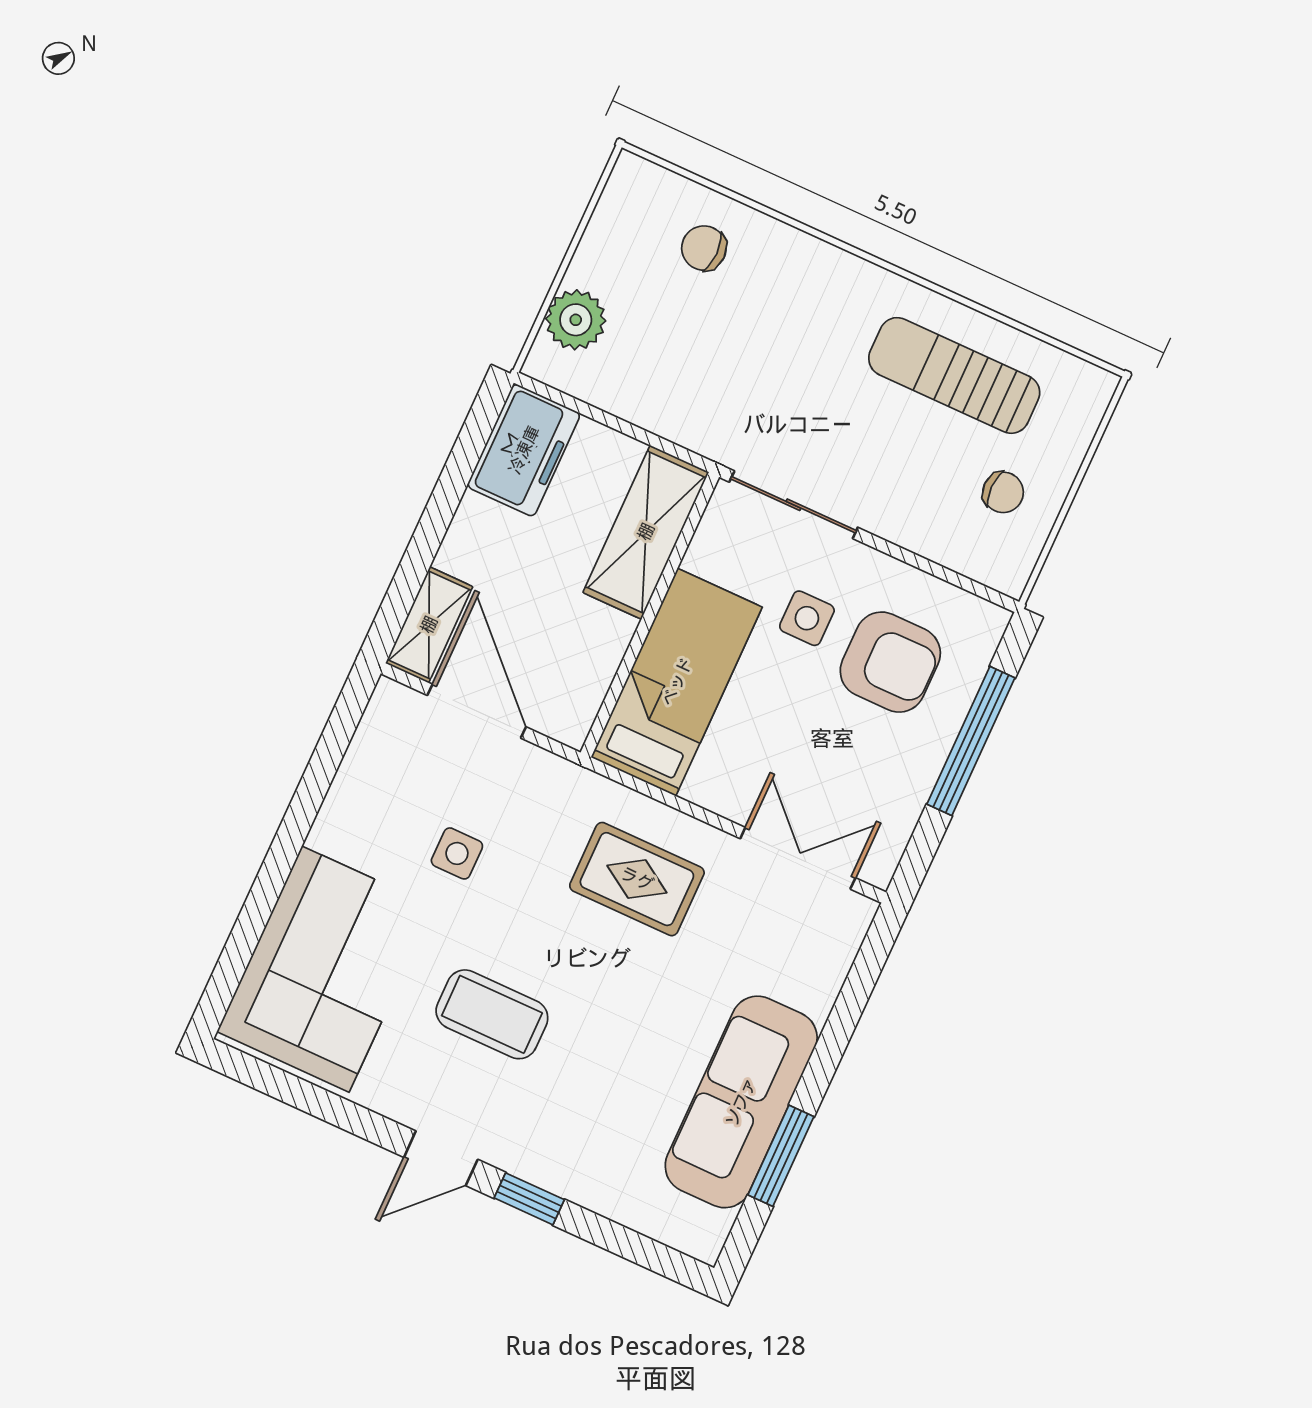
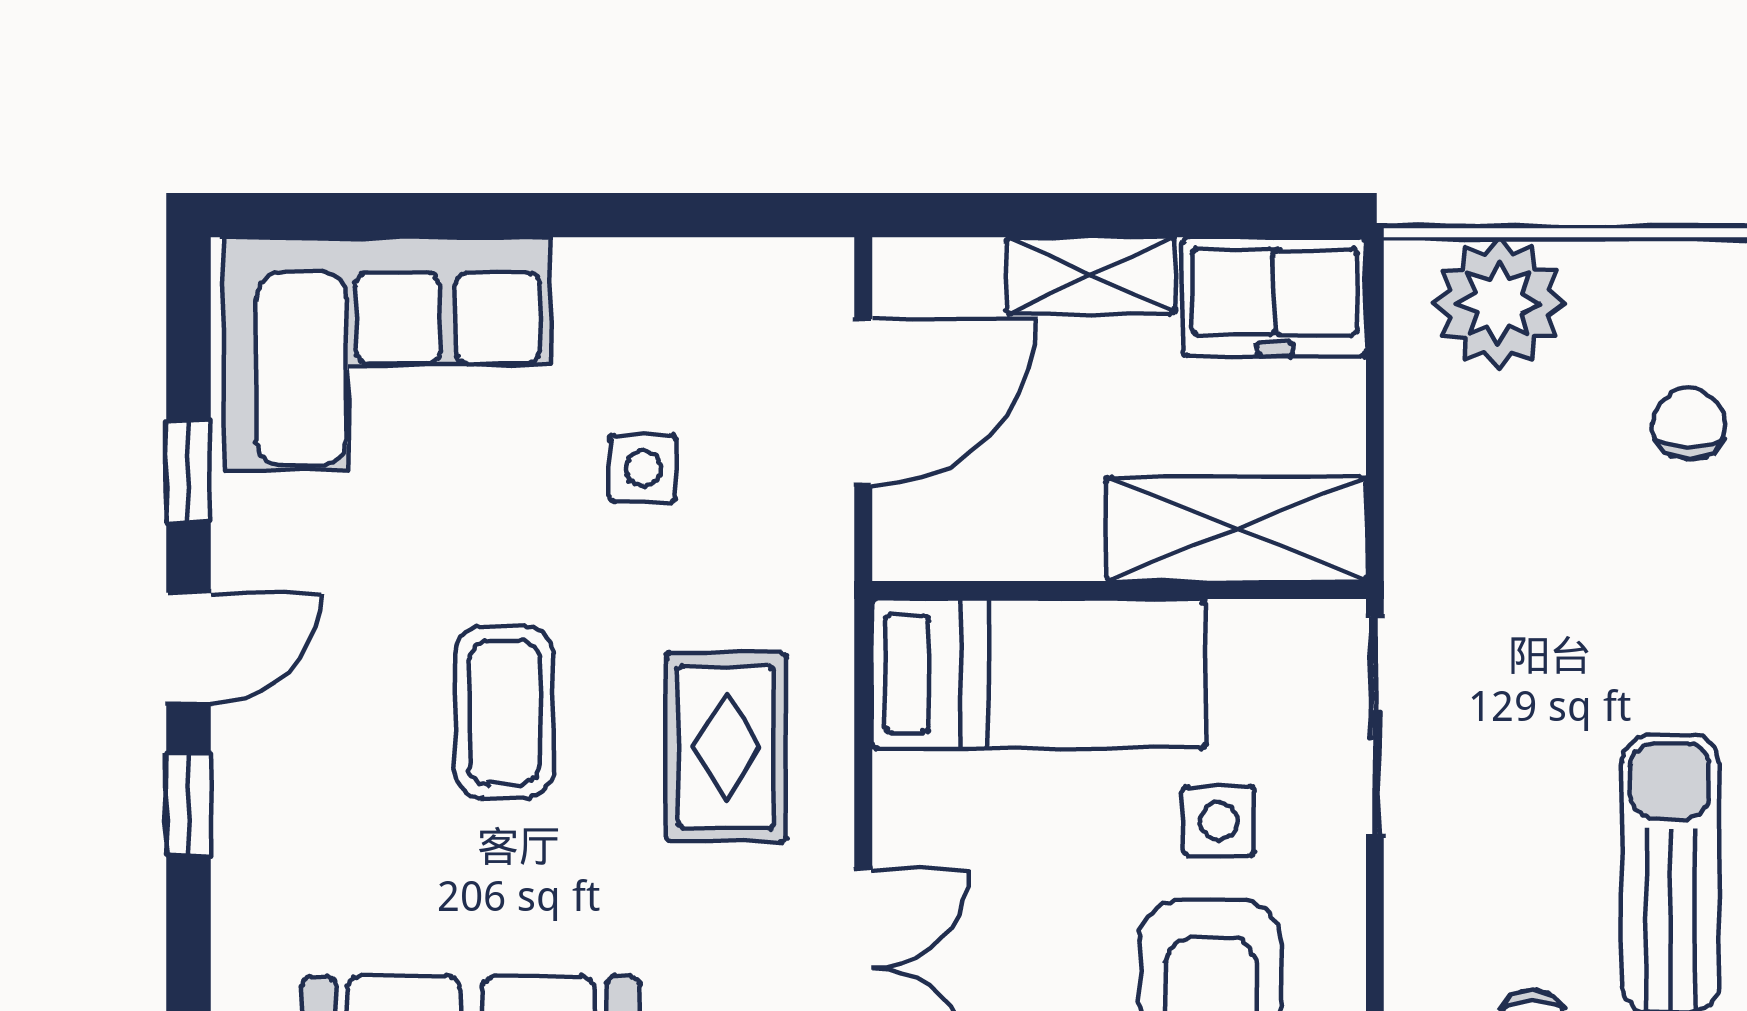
plant: (576, 320) -> (1499, 303), width x1.36, depth x1.36
shelving: (429, 625) -> (1091, 275), moved
coffee table: (492, 1014) -> (504, 712), moved
window: (341, 1113) -> (189, 472), added
door: (441, 1158) -> (189, 648), swing flipped

